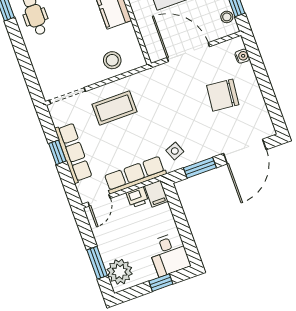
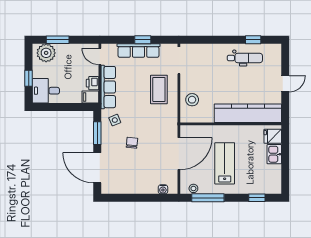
chair: (223, 95) -> (132, 143), moved, width x0.54, depth x0.54

